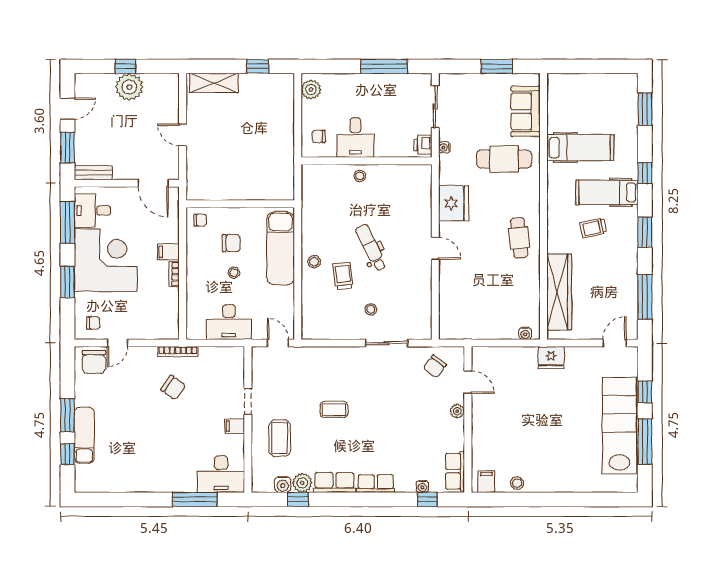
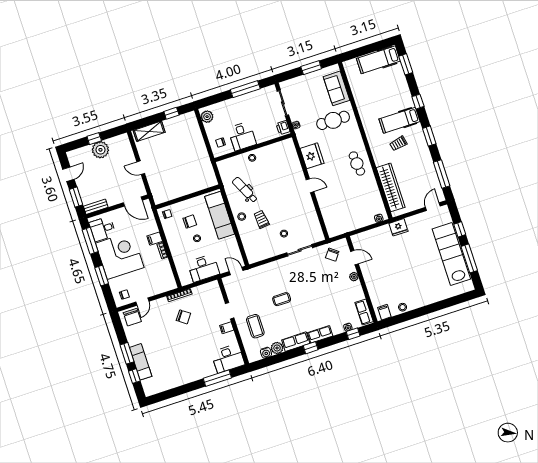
hospital bed: (580, 148) -> (378, 60), moved, turned 180
dental chair: (371, 248) -> (245, 190), moved
window: (298, 499) -> (311, 348), moved

